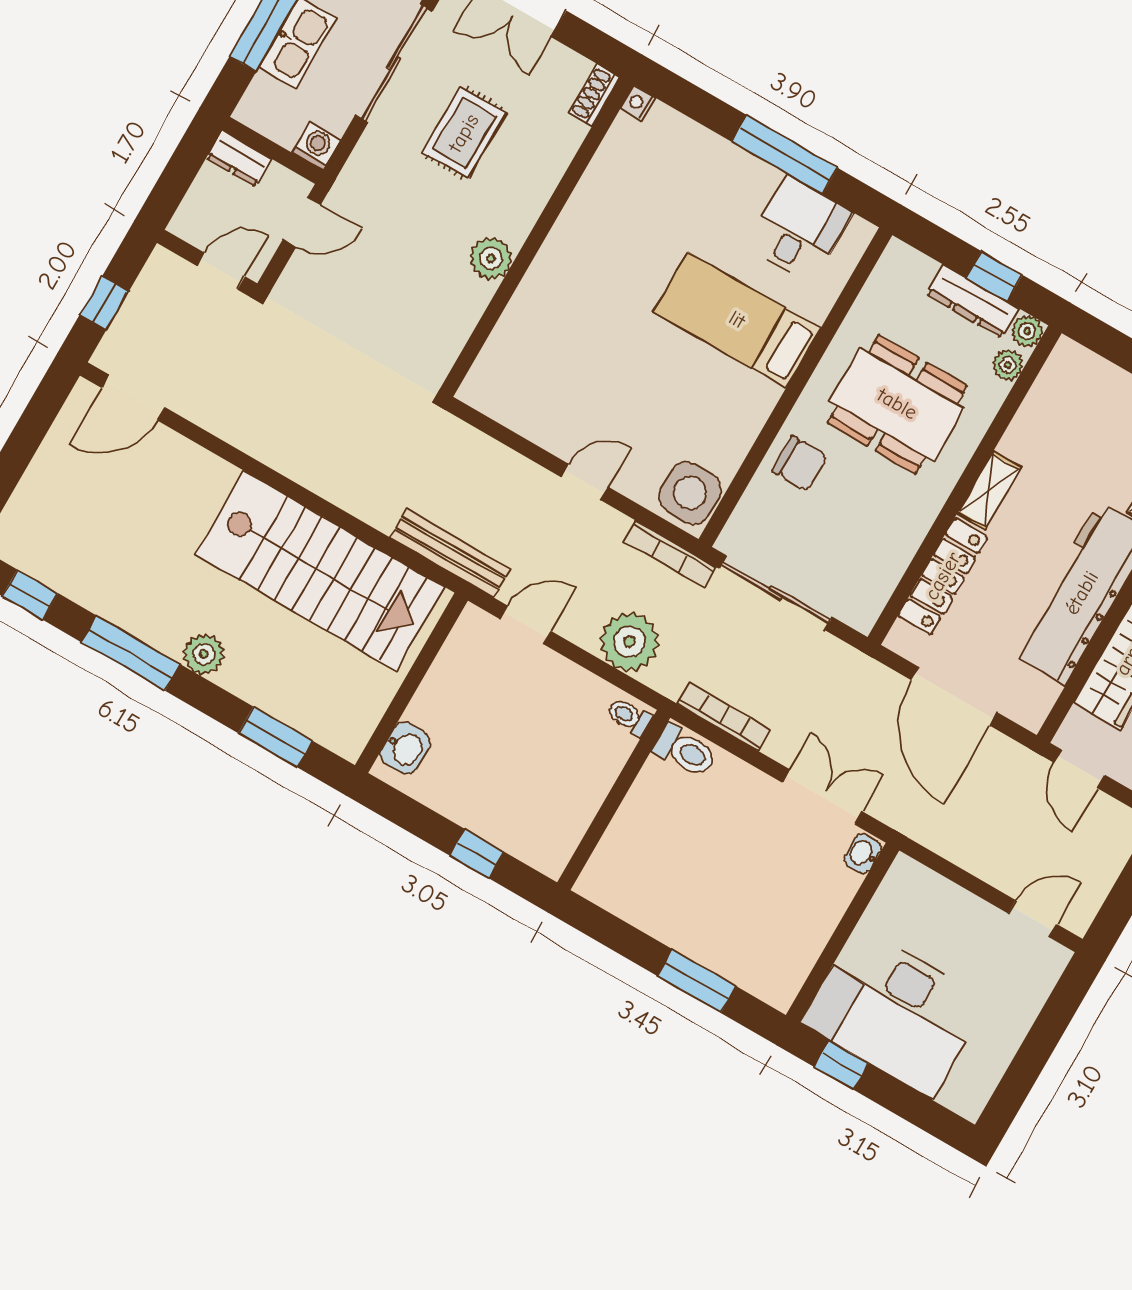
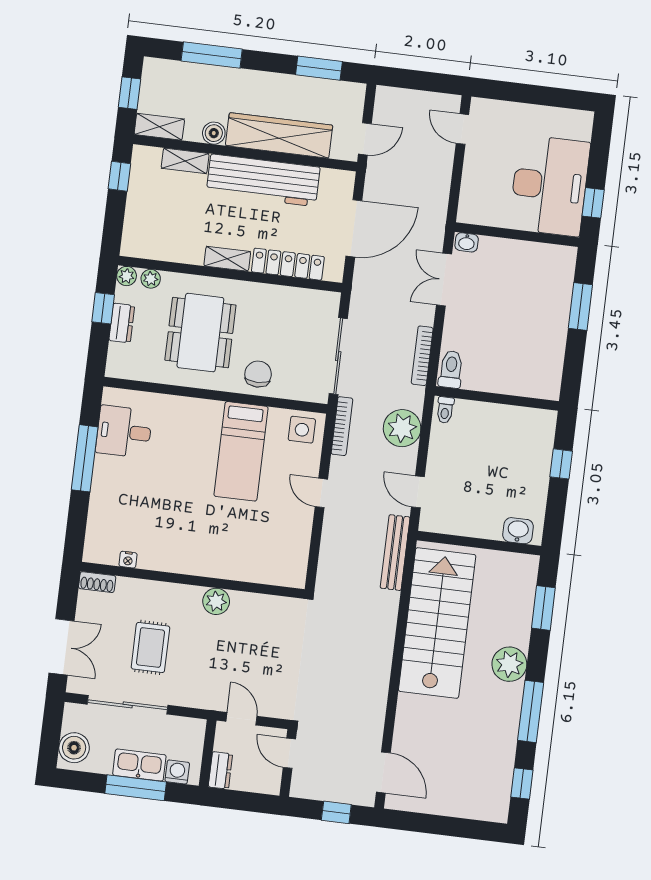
nightstand: (638, 103) -> (128, 560), moved
rug: (464, 133) -> (150, 647), turned 90
washing machine: (316, 146) -> (177, 772), moved, turned 90
dresser: (972, 301) -> (122, 323), width x0.70
bed: (737, 320) -> (241, 451), moved
side table: (690, 493) -> (302, 430), width x0.73, depth x0.73
plant: (204, 654) -> (509, 664), width x1.36, depth x1.36

